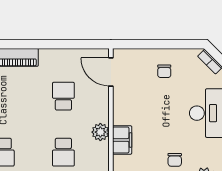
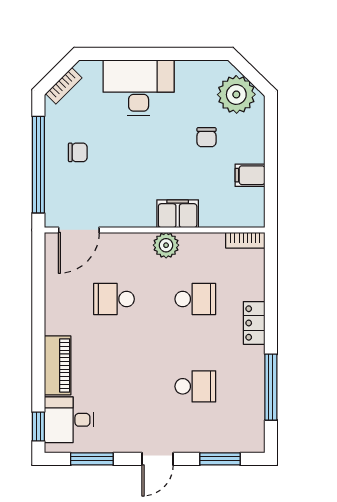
window: (156, 44) -> (38, 165), added
chair: (175, 160) -> (206, 137), turned 90

